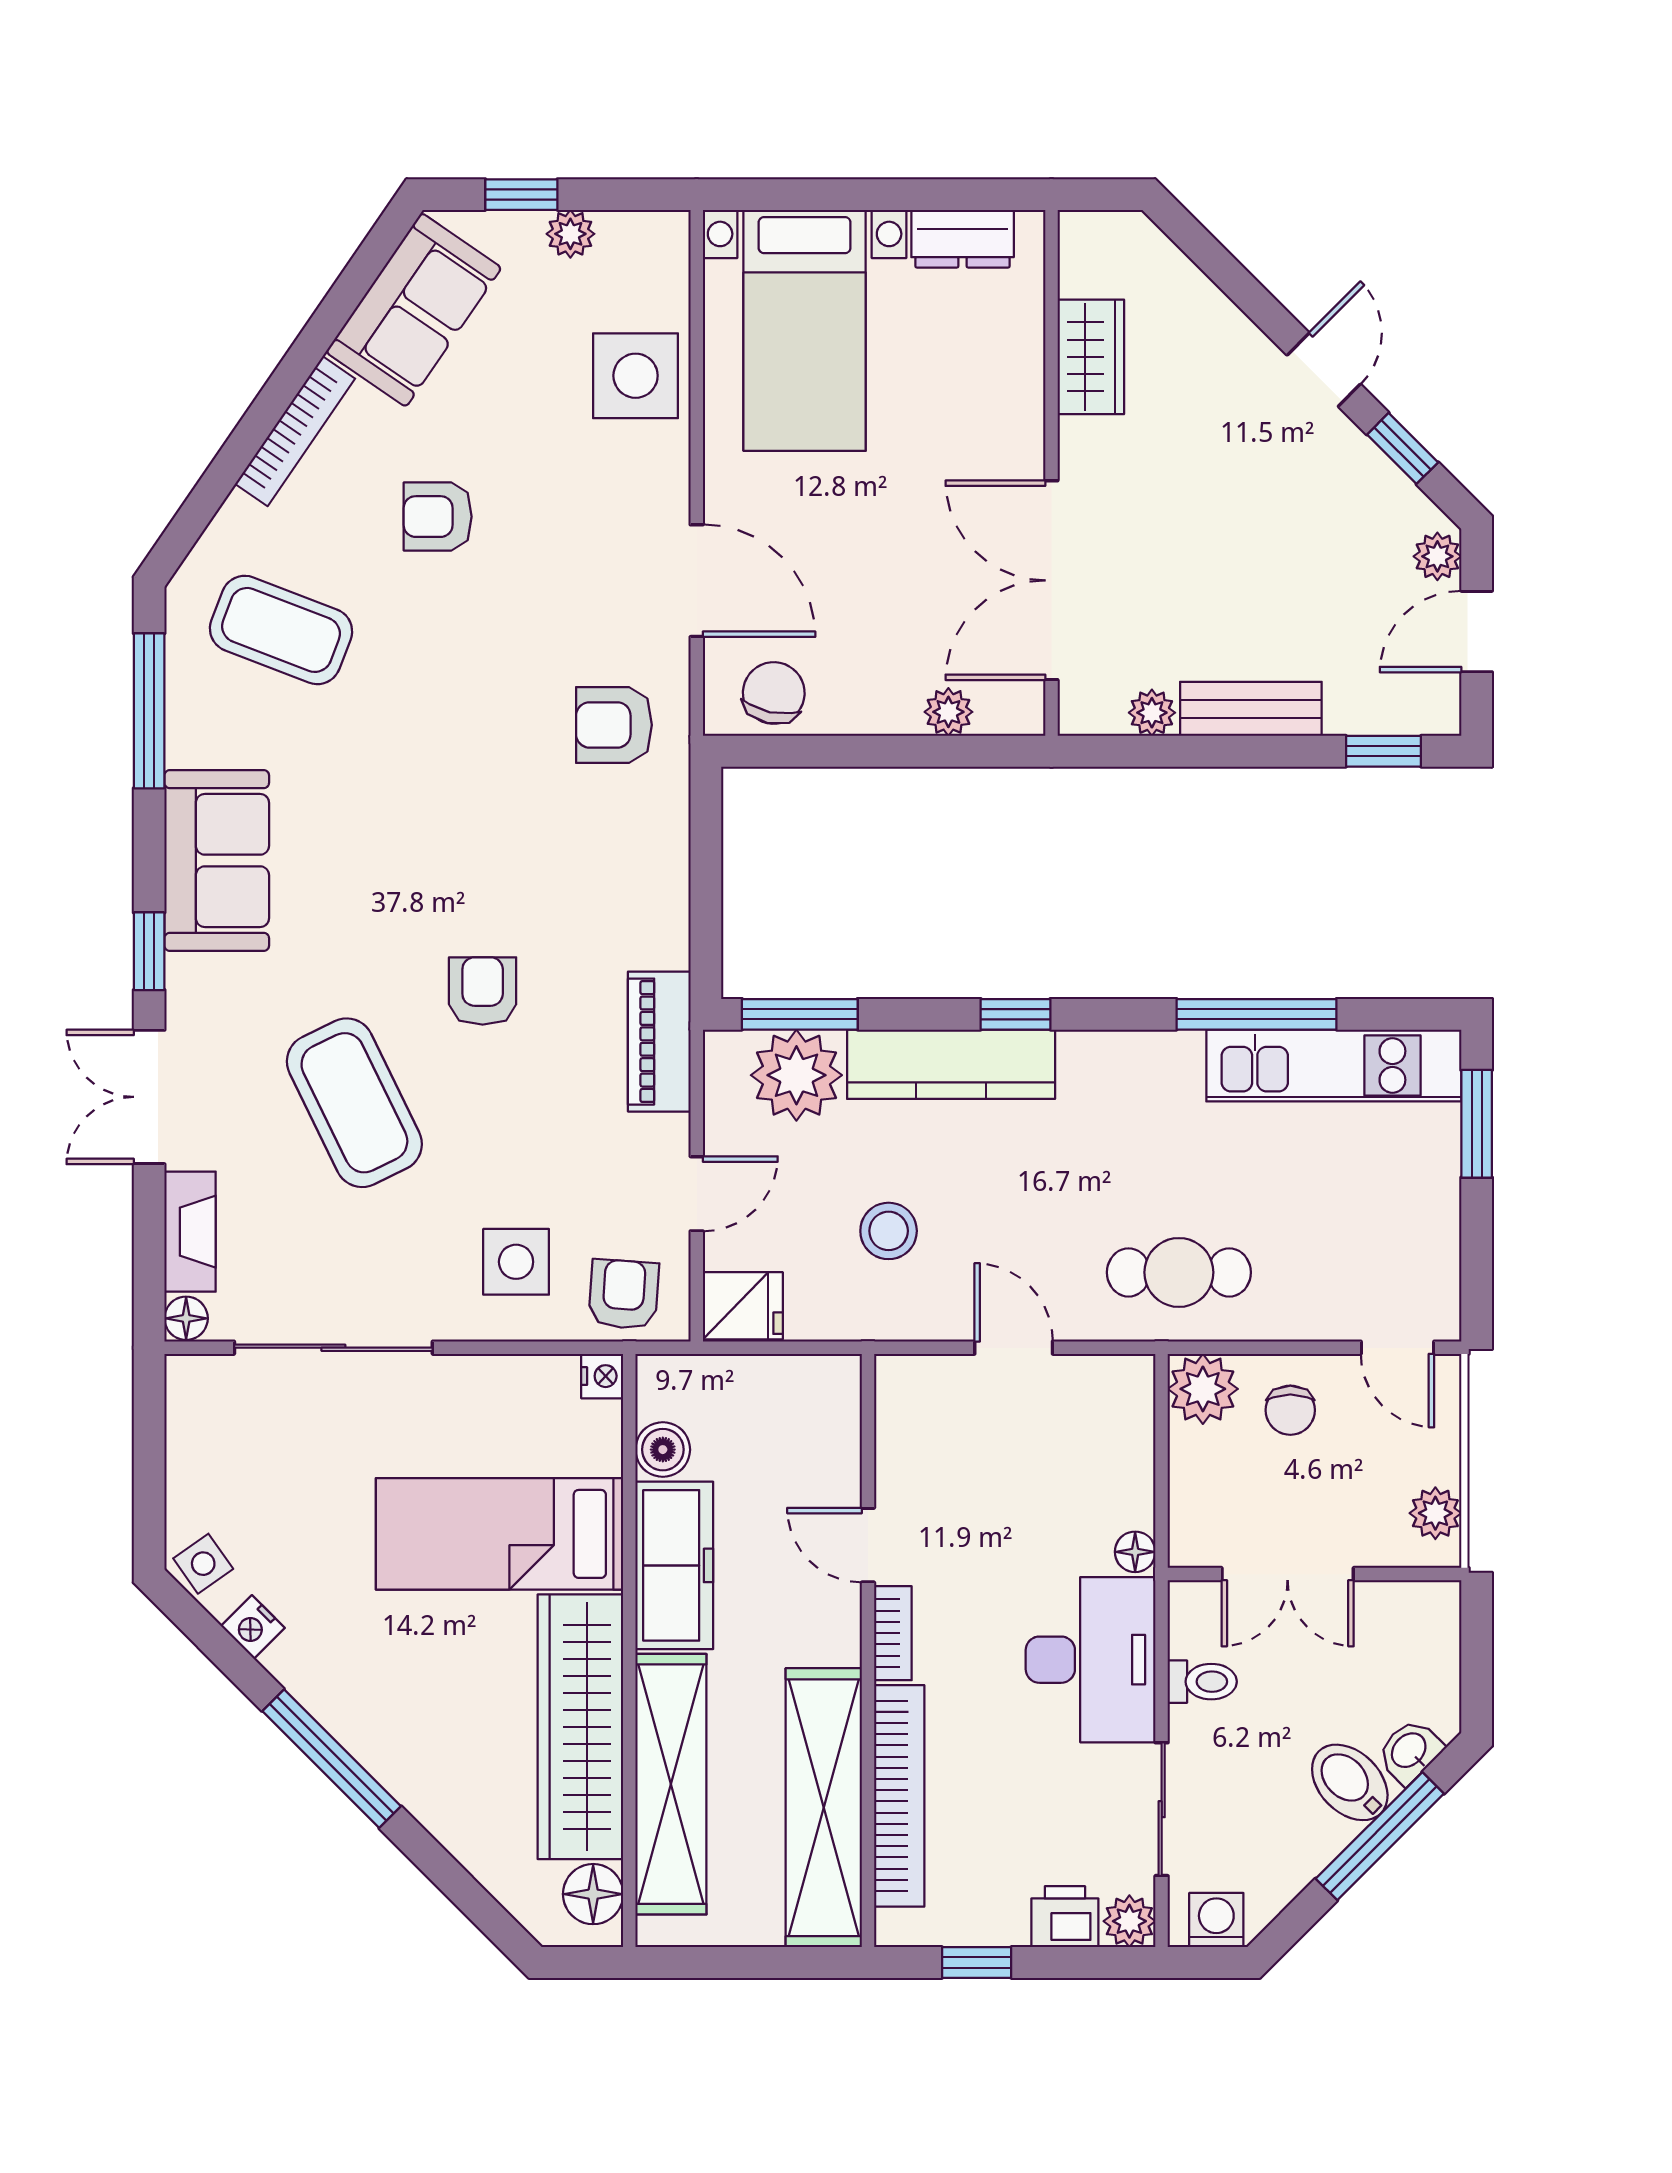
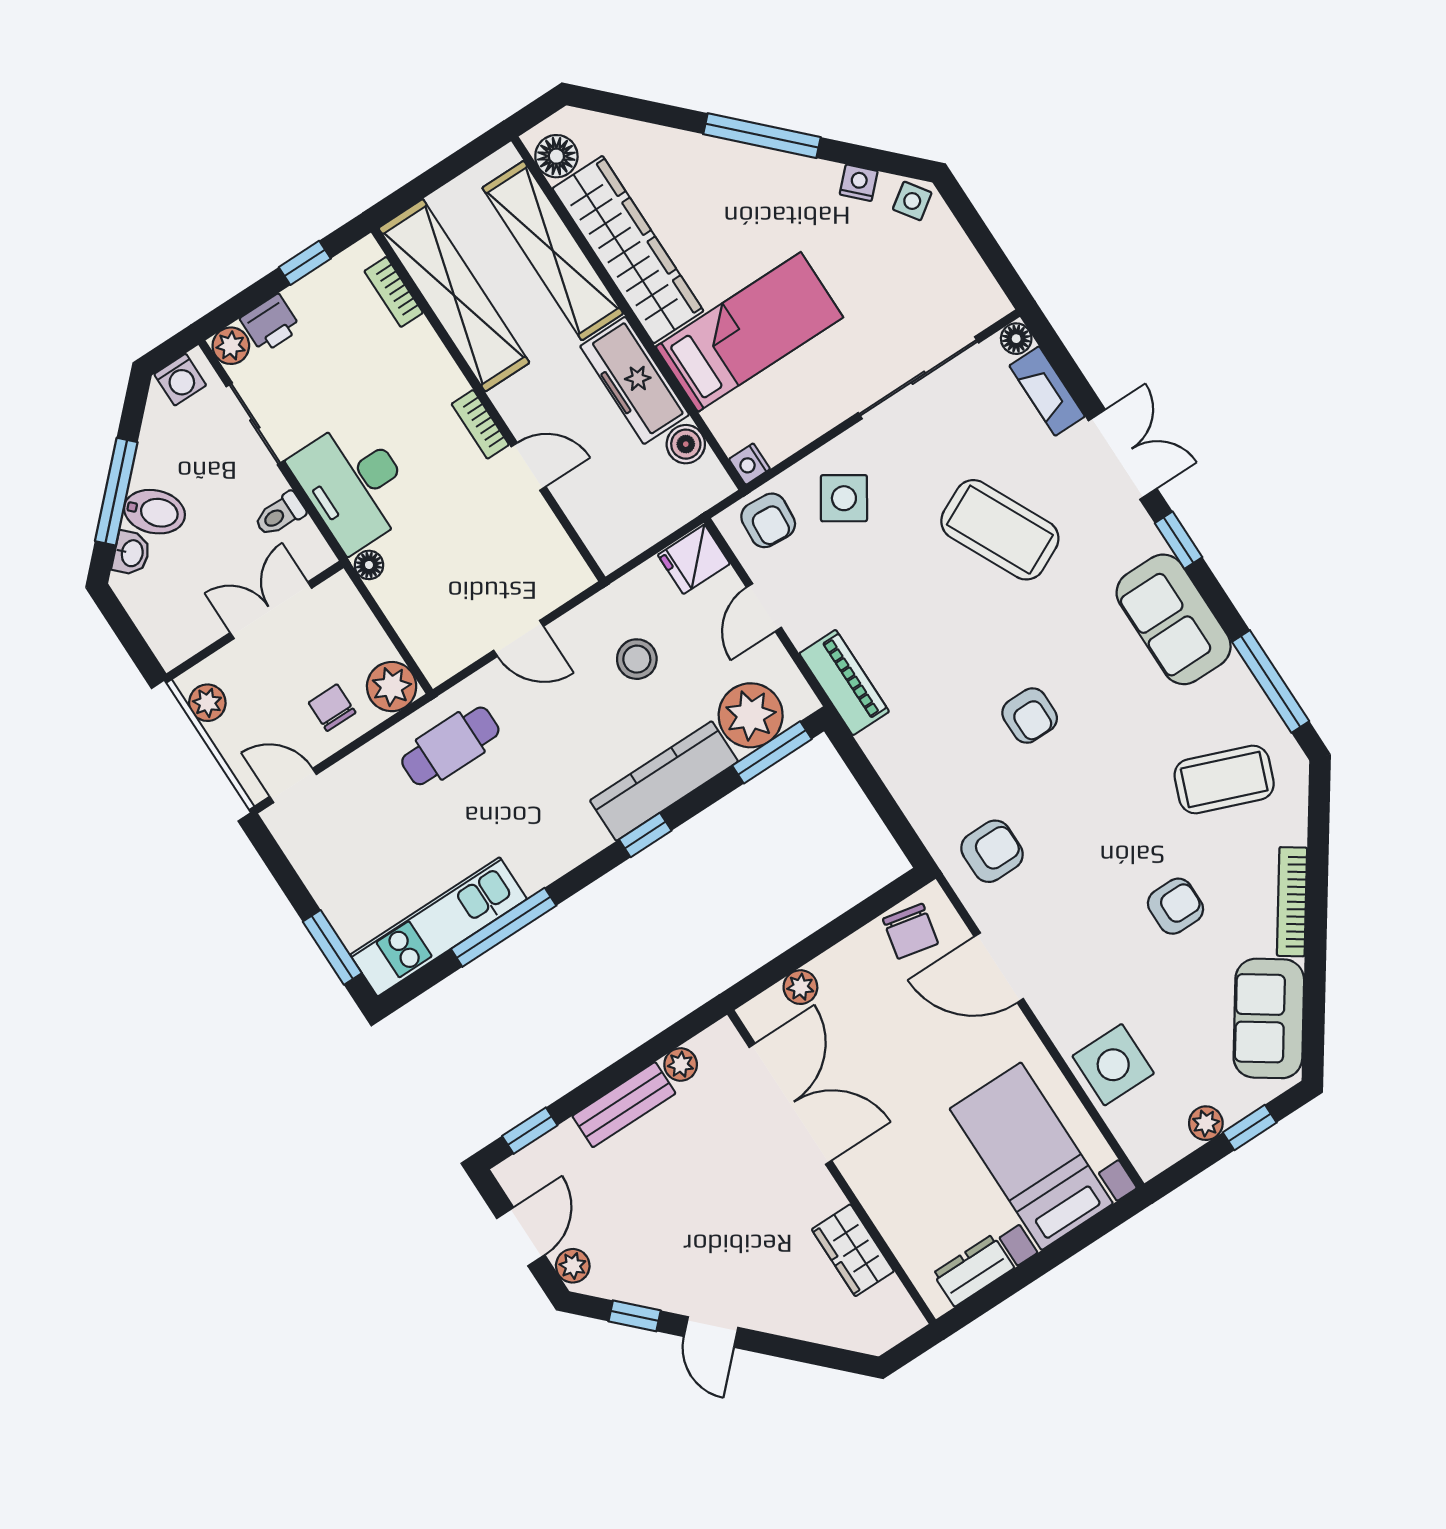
armchair: (483, 991) -> (1030, 716), moved
side table: (516, 1262) -> (844, 498), turned 33
bookcase: (899, 1796) -> (394, 292), width x0.43, depth x0.76

